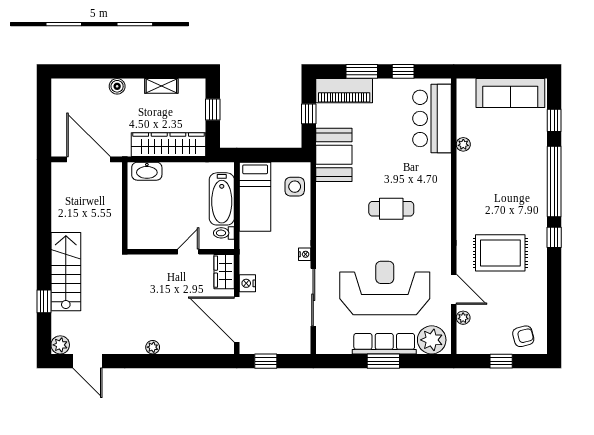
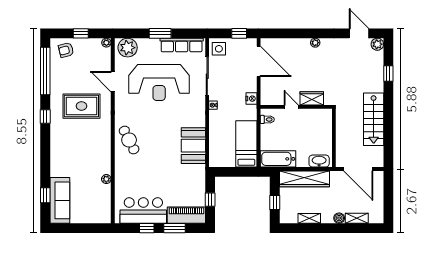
shelving: (91, 86) -> (357, 218), added
sofa: (510, 93) -> (60, 200), moved, turned 90
bar counter: (432, 118) -> (143, 211), moved, turned -90
booth: (334, 155) -> (193, 146), moved
window: (554, 182) -> (45, 71), moved
side table: (295, 187) -> (219, 49), moved
bathtub: (222, 199) -> (278, 159), moved, turned -90
cafe table: (391, 209) -> (129, 140), moved, turned 63
door: (188, 252) -> (291, 107), swing flipped
stairs: (66, 272) -> (374, 119), moved
wardrobe: (224, 272) -> (312, 98), moved, turned -90
nightstand: (247, 283) -> (251, 99), moved
plant: (463, 318) -> (106, 43), moved
row of seats: (384, 344) -> (182, 45), moved

